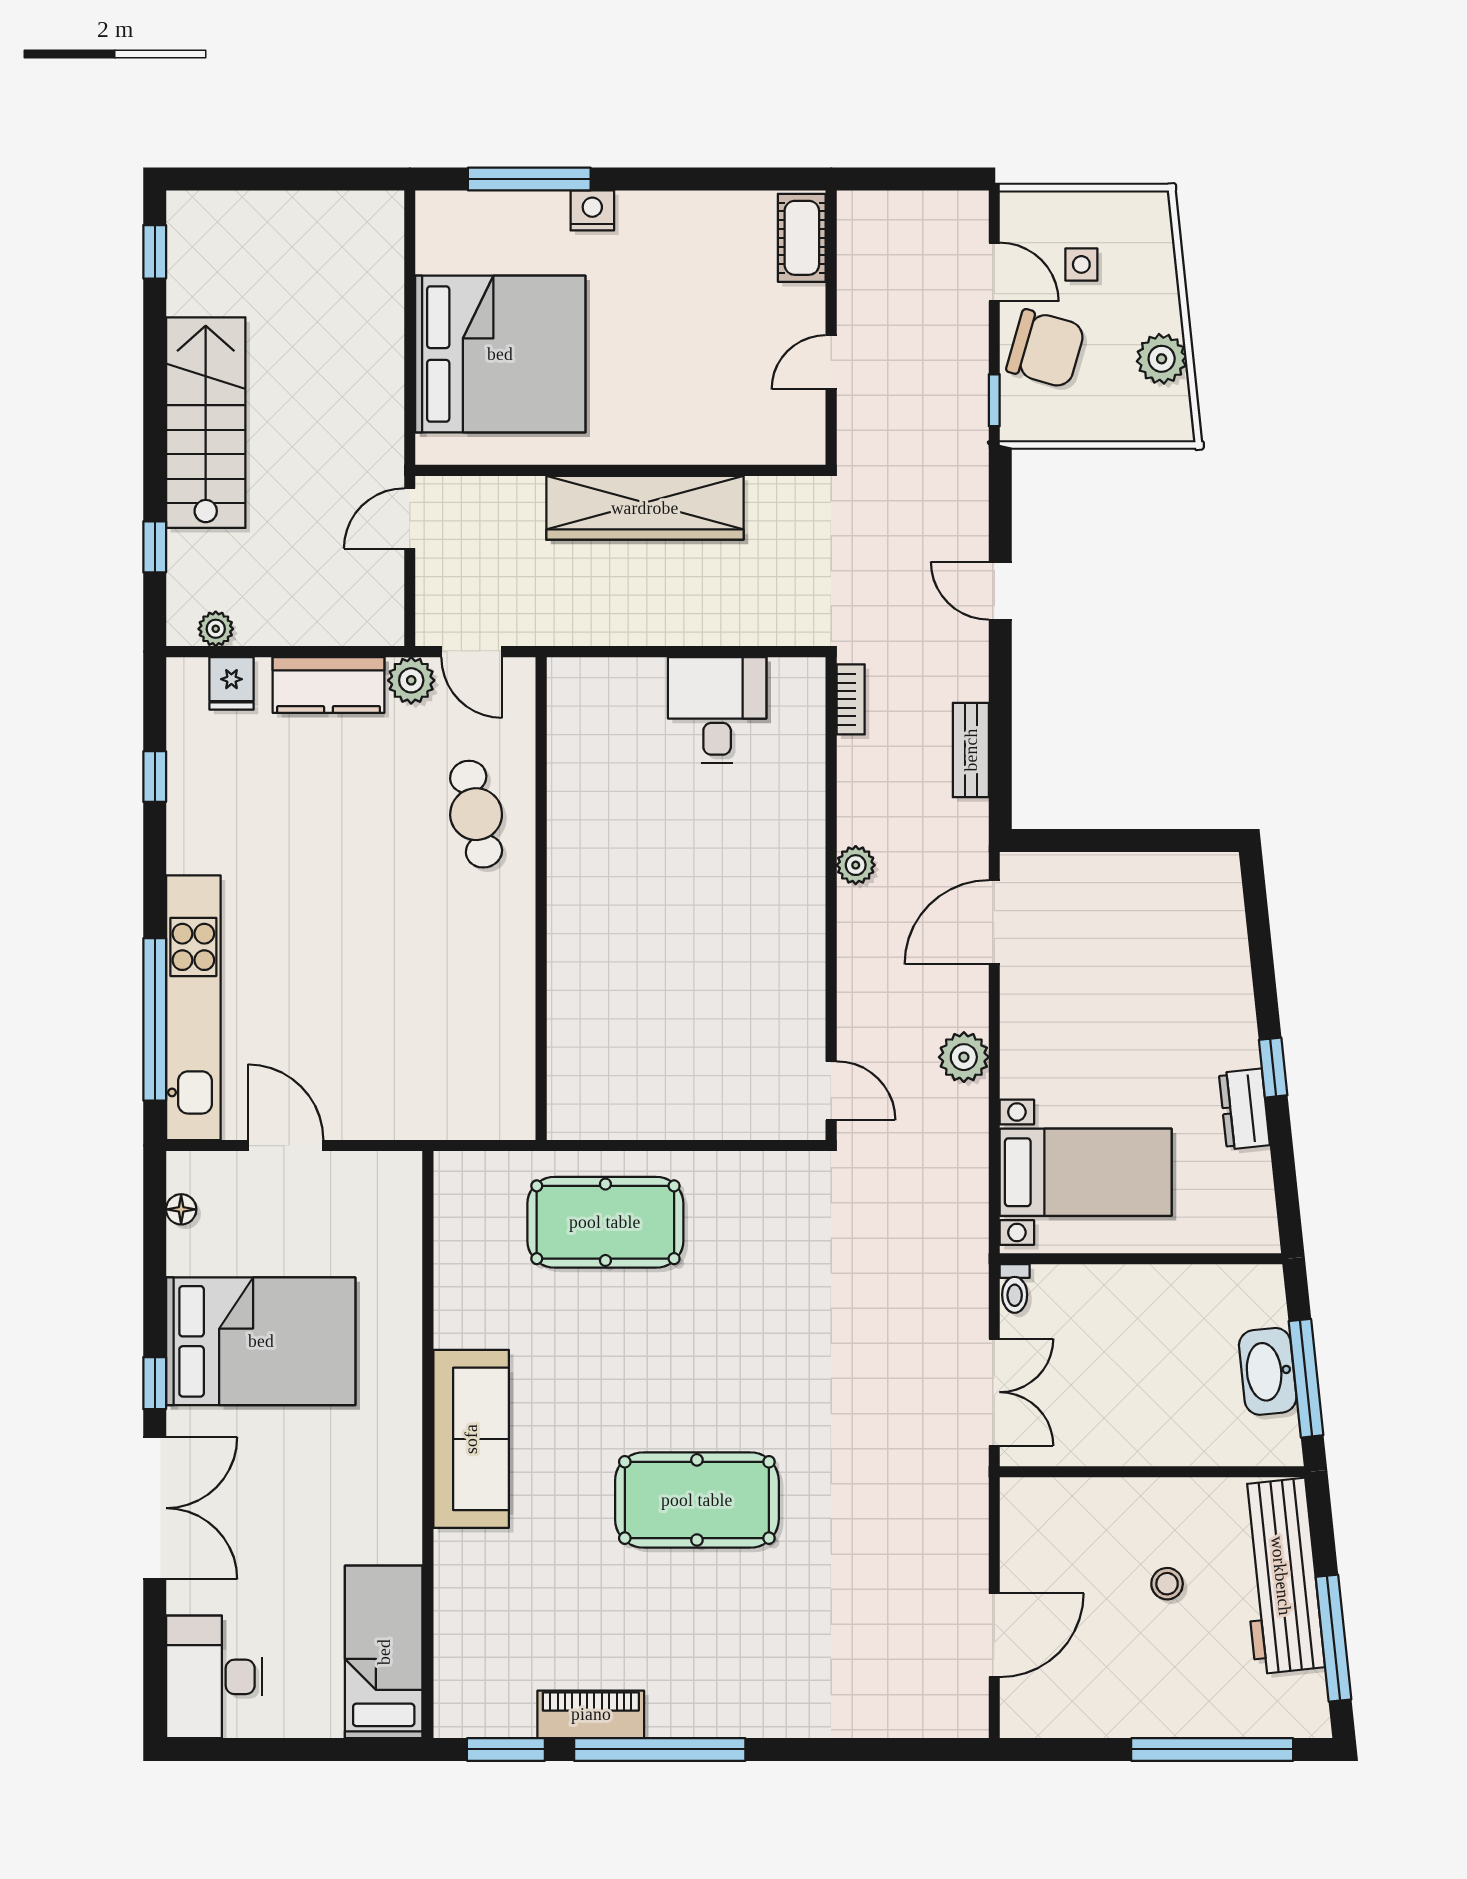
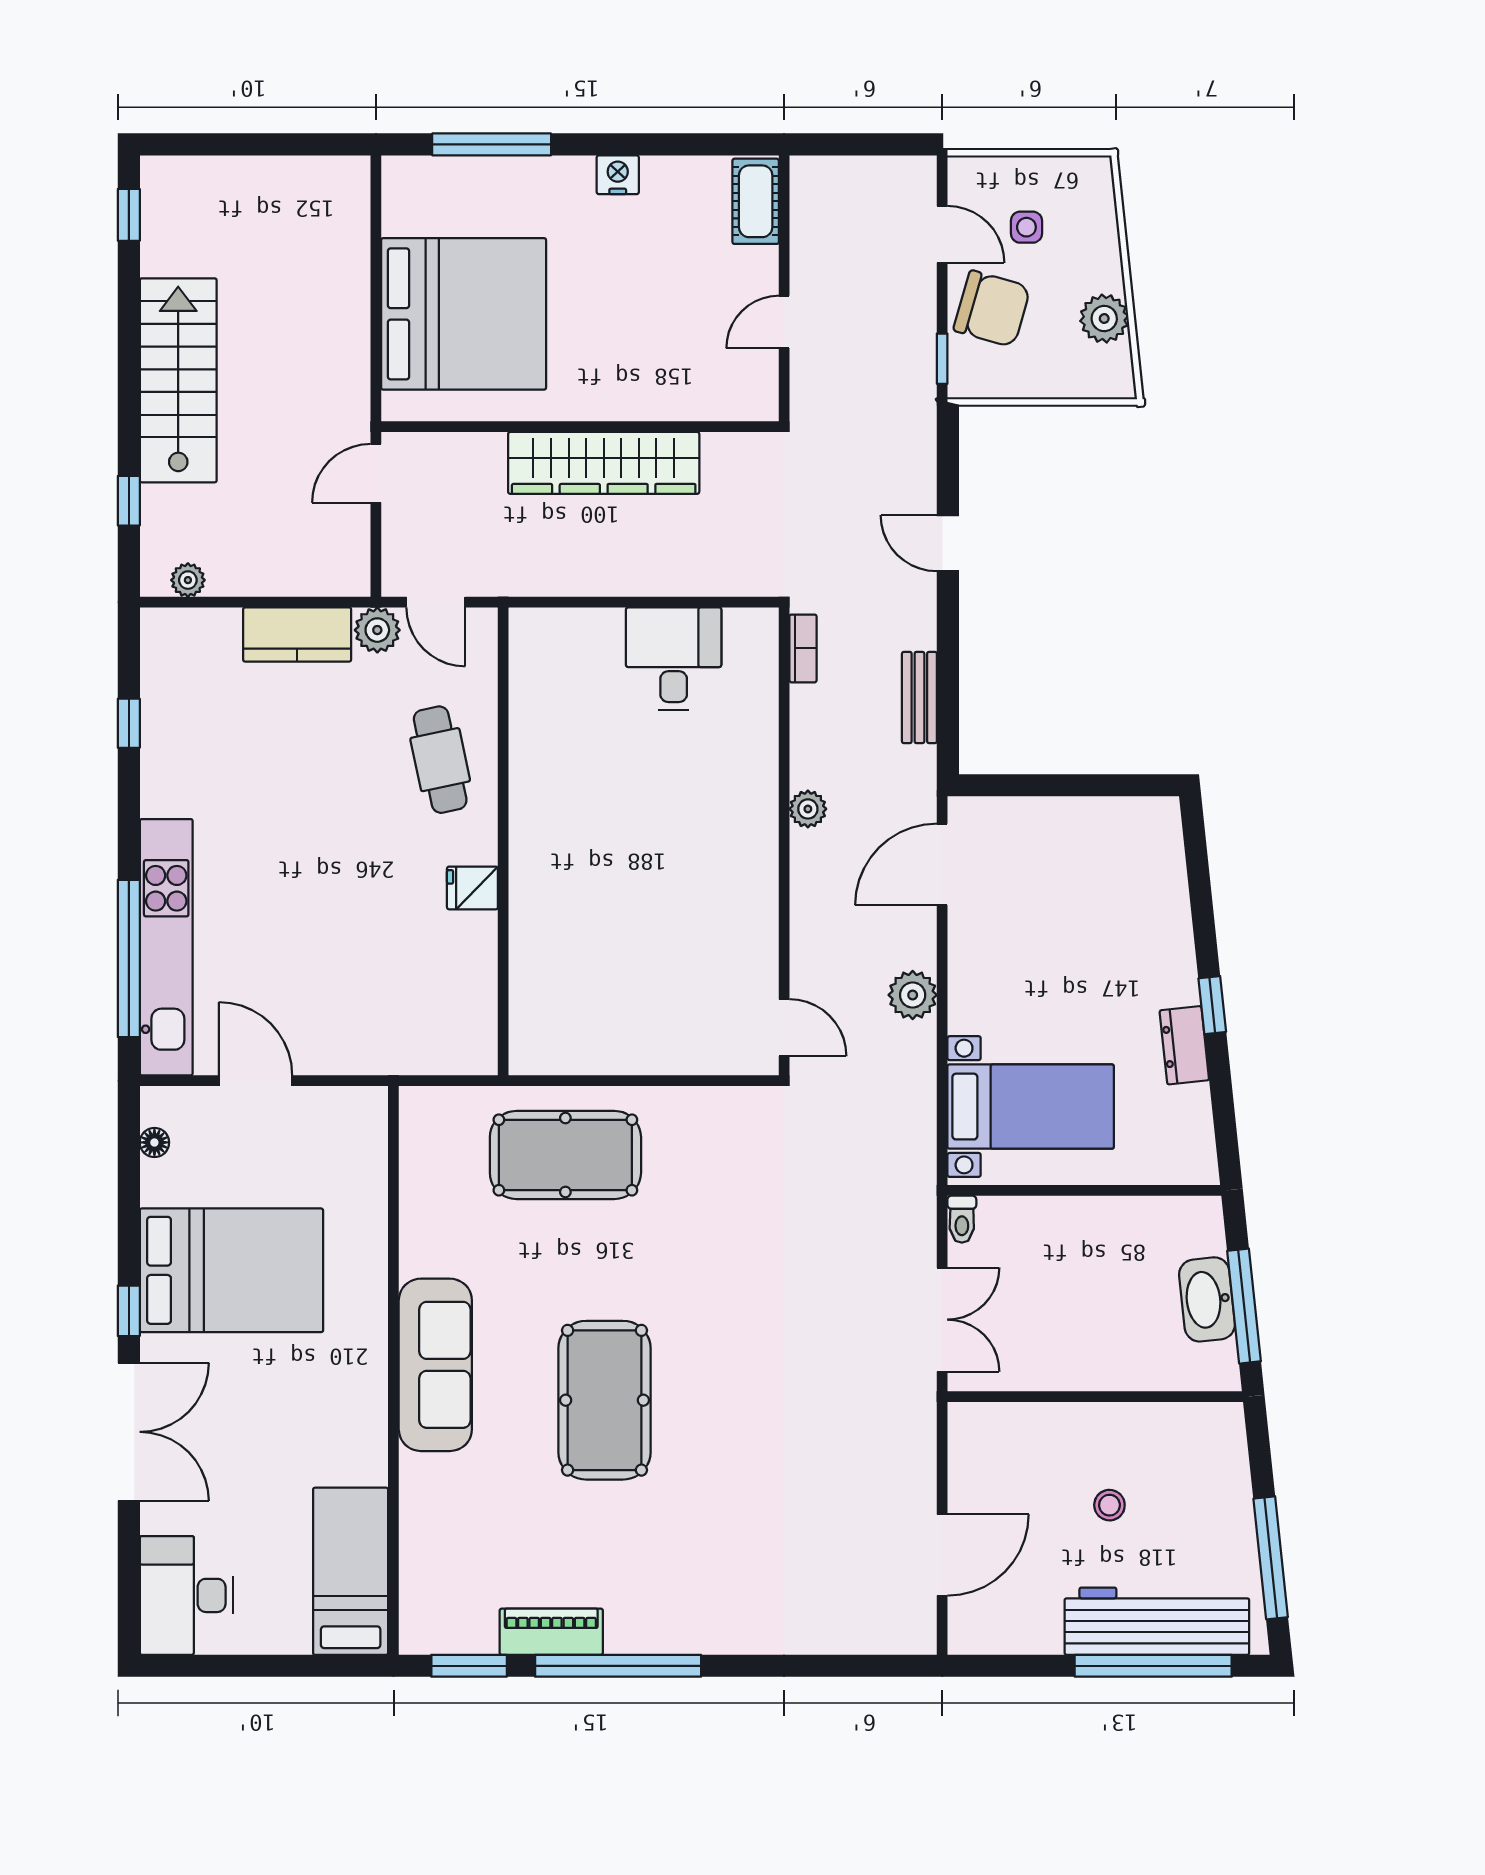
nightstand: (592, 210) -> (618, 175), moved
fridge: (231, 683) -> (472, 888), moved, turned 90
pool table: (697, 1500) -> (604, 1400), moved, turned 90
workbench: (1281, 1576) -> (1157, 1621), moved, turned 96

